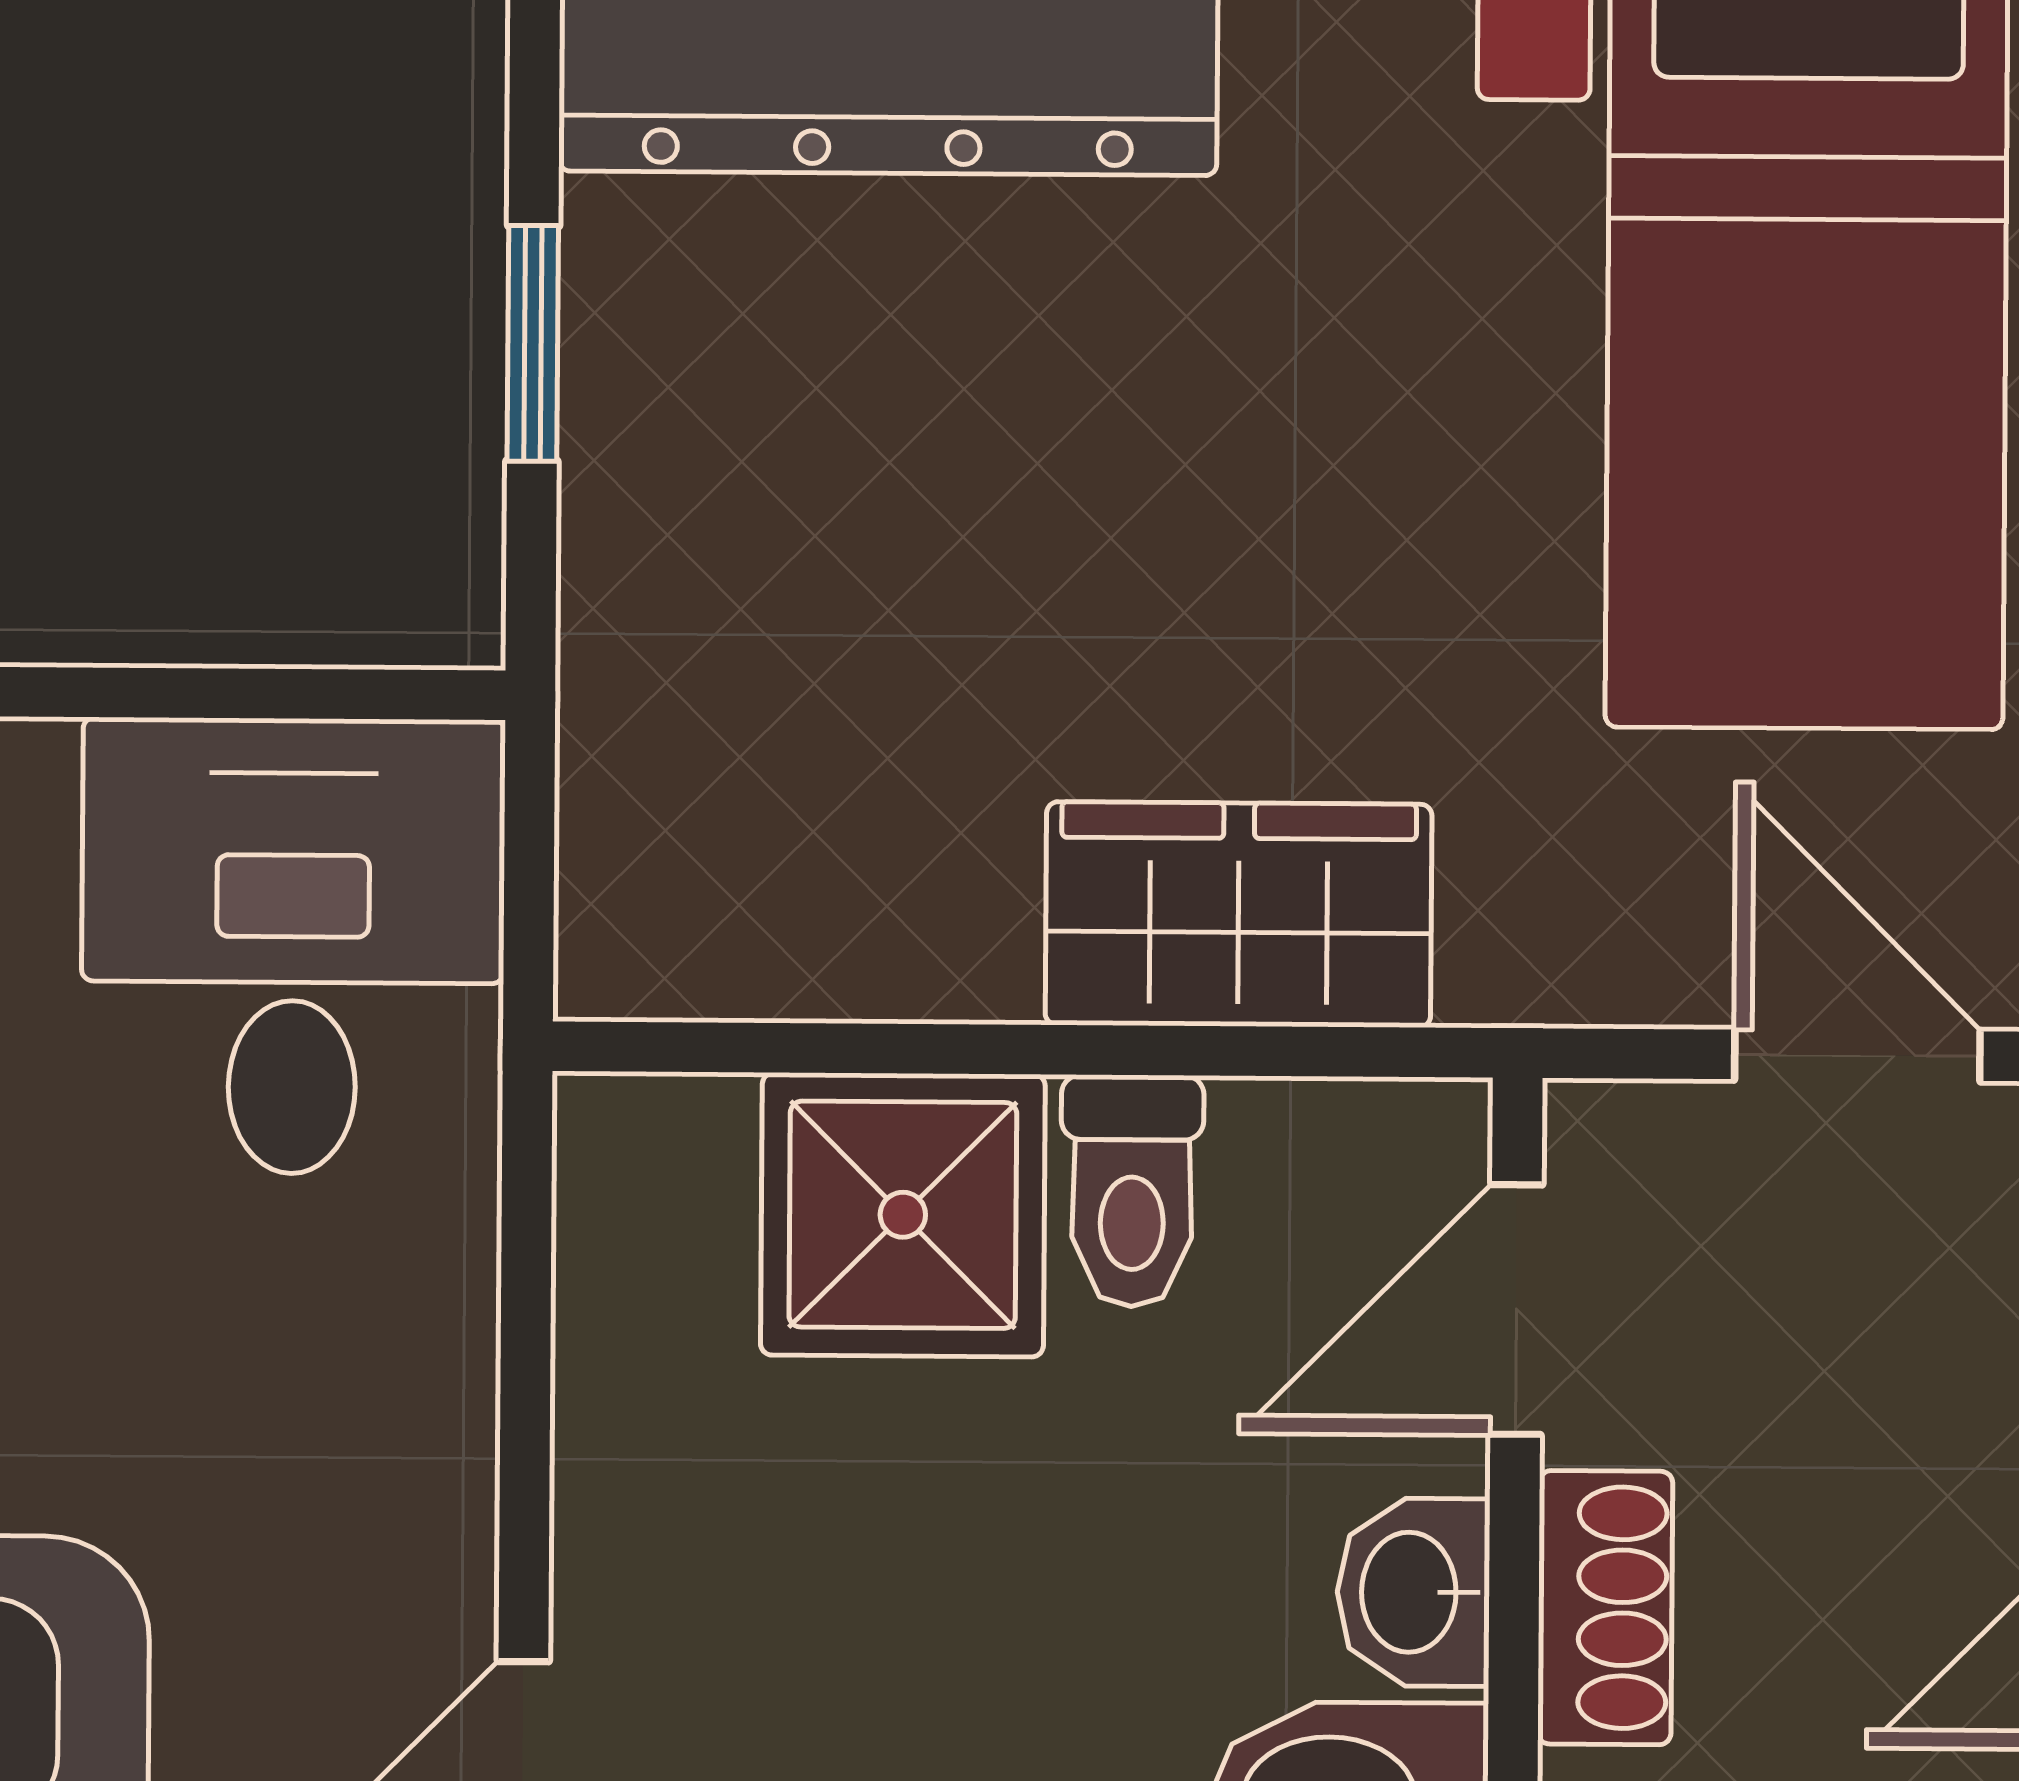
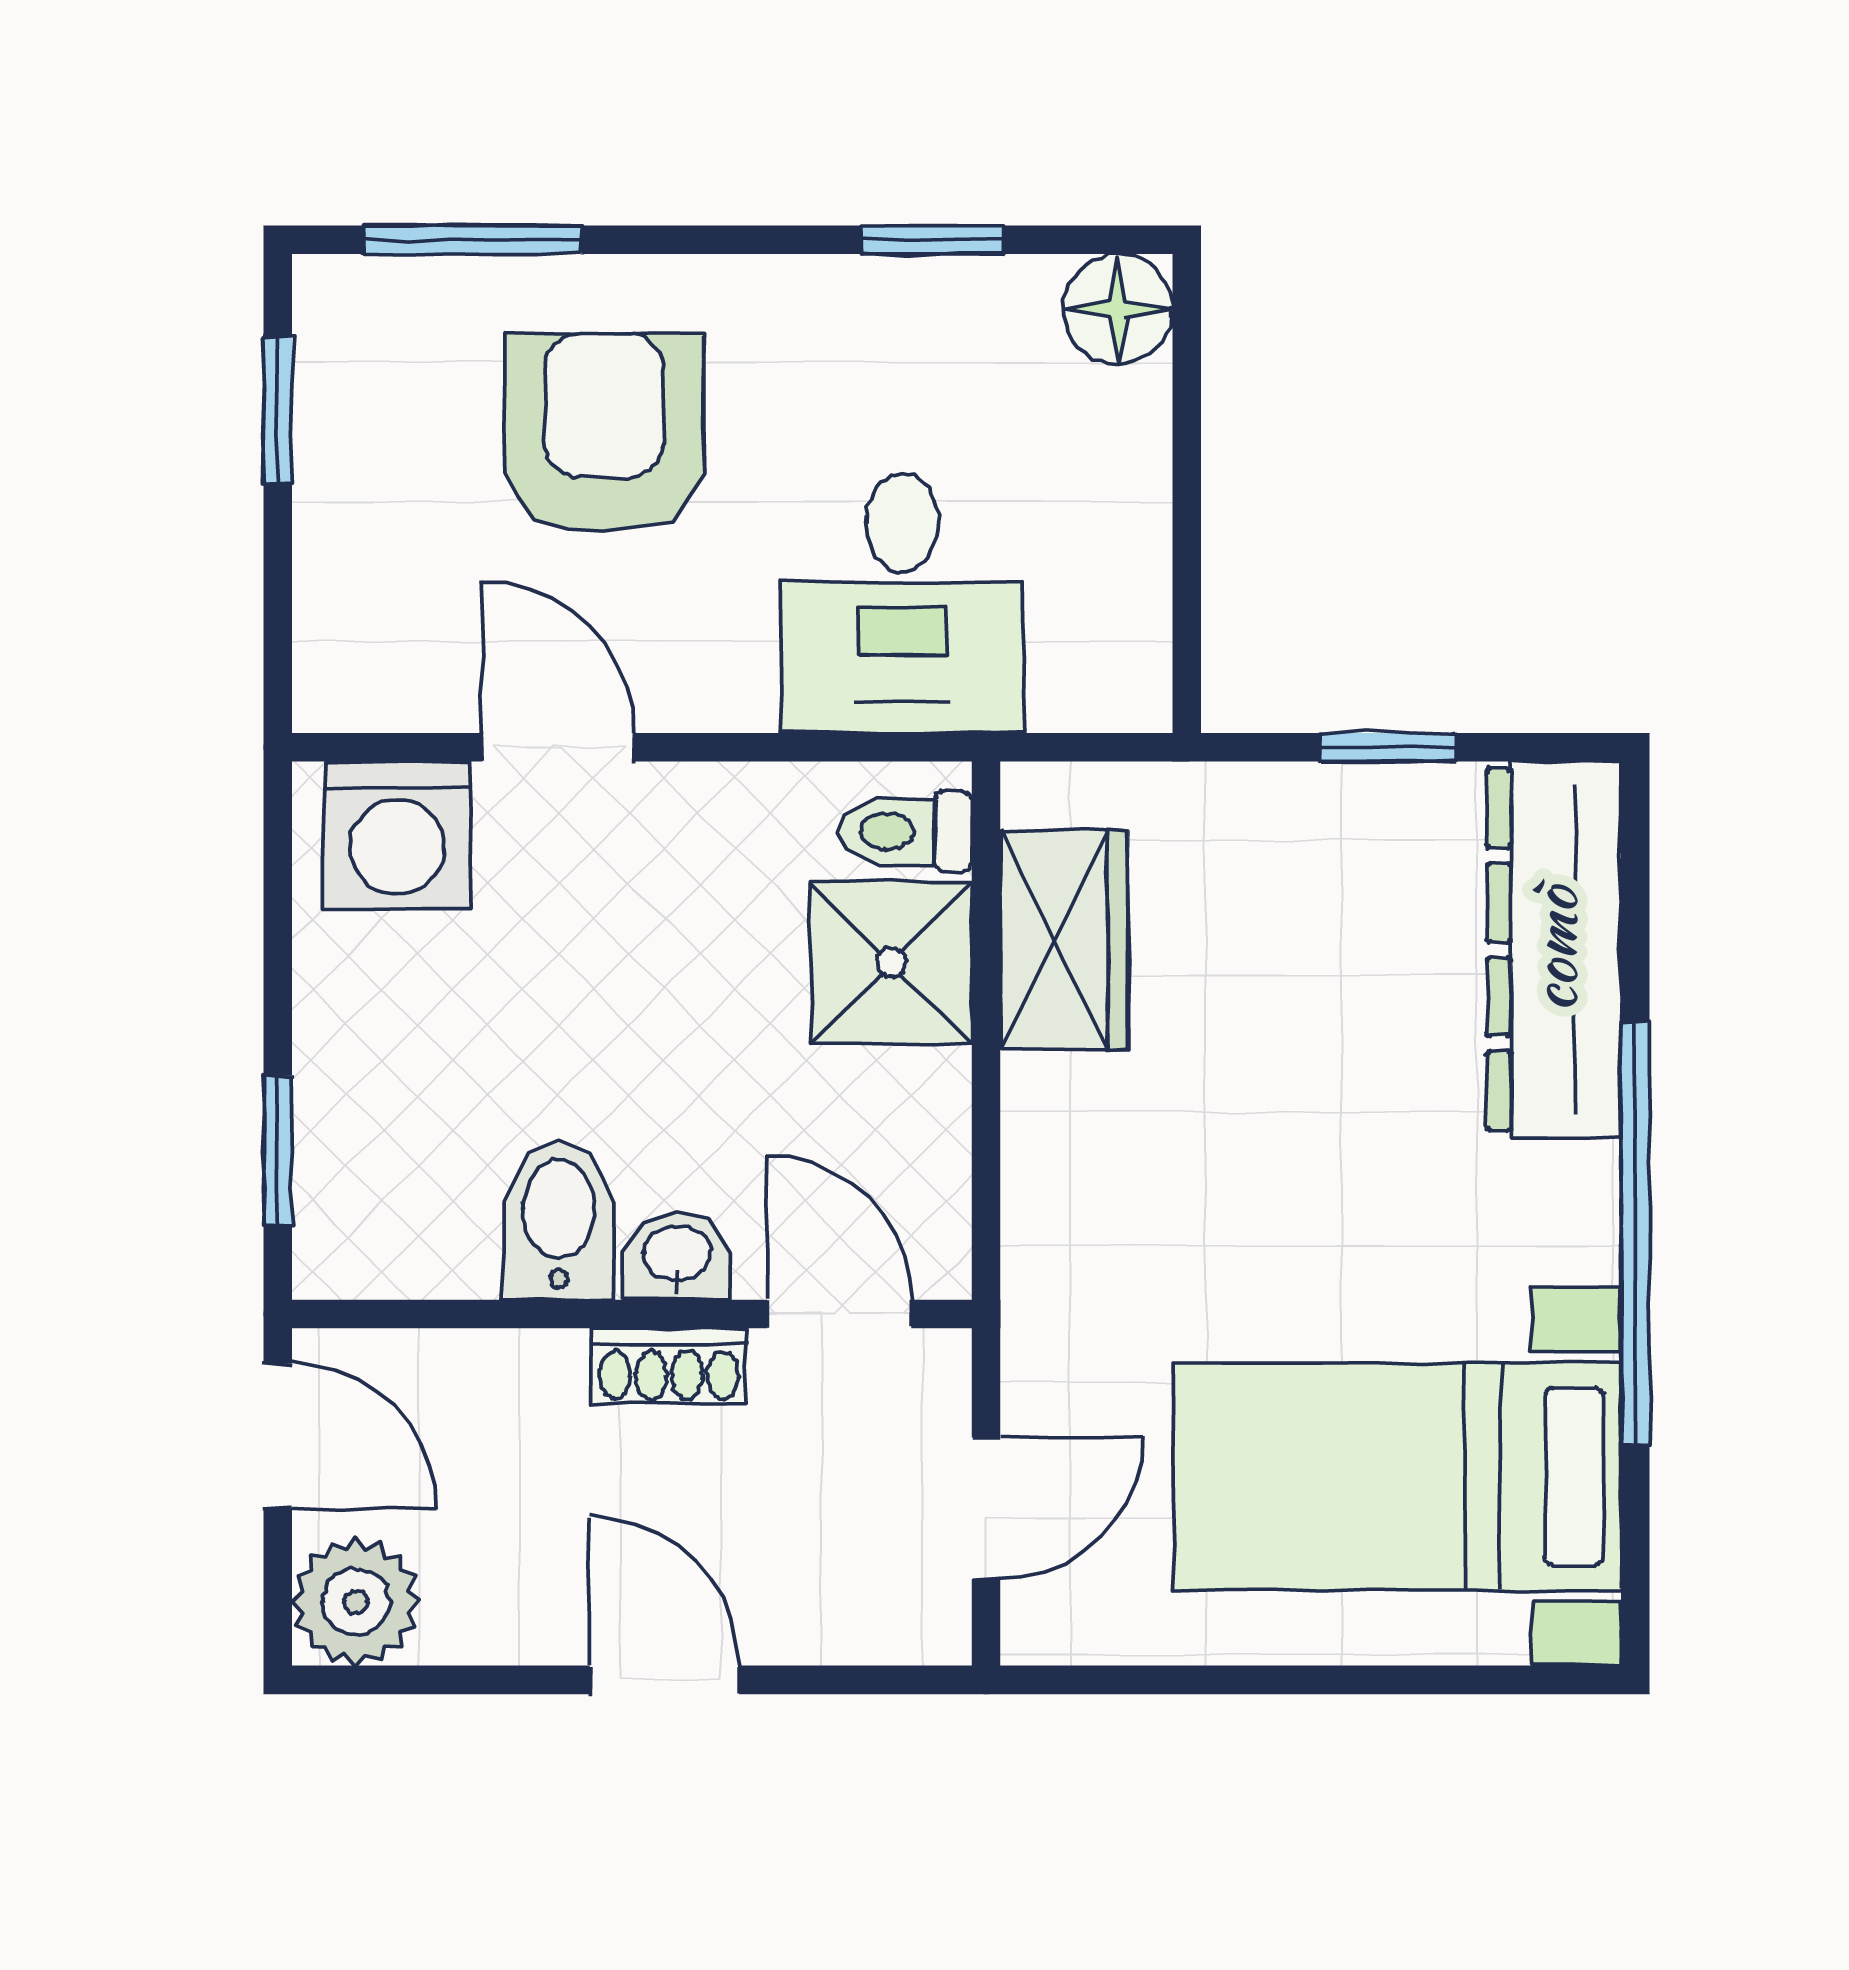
wardrobe: (1239, 915) -> (1064, 940), moved
desk: (293, 946) -> (902, 603), moved, turned 90
toilet: (1132, 1191) -> (906, 832), moved

